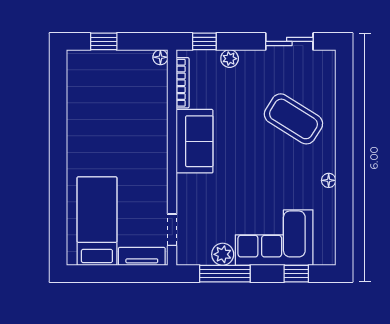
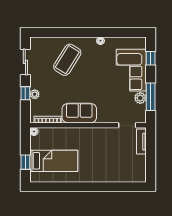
window: (204, 41) -> (25, 93), moved
bed: (97, 221) -> (54, 161), moved, turned 180

